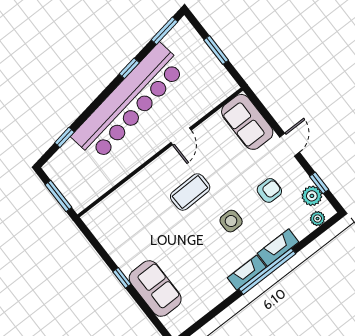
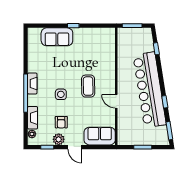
plant: (312, 196) -> (59, 139), moved
fireplace: (278, 248) -> (33, 118), moved

